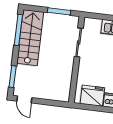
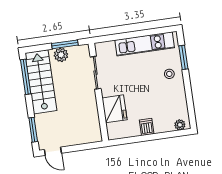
plant: (53, 19) -> (61, 55), added
fridge: (92, 96) -> (114, 109), moved, turned 90

